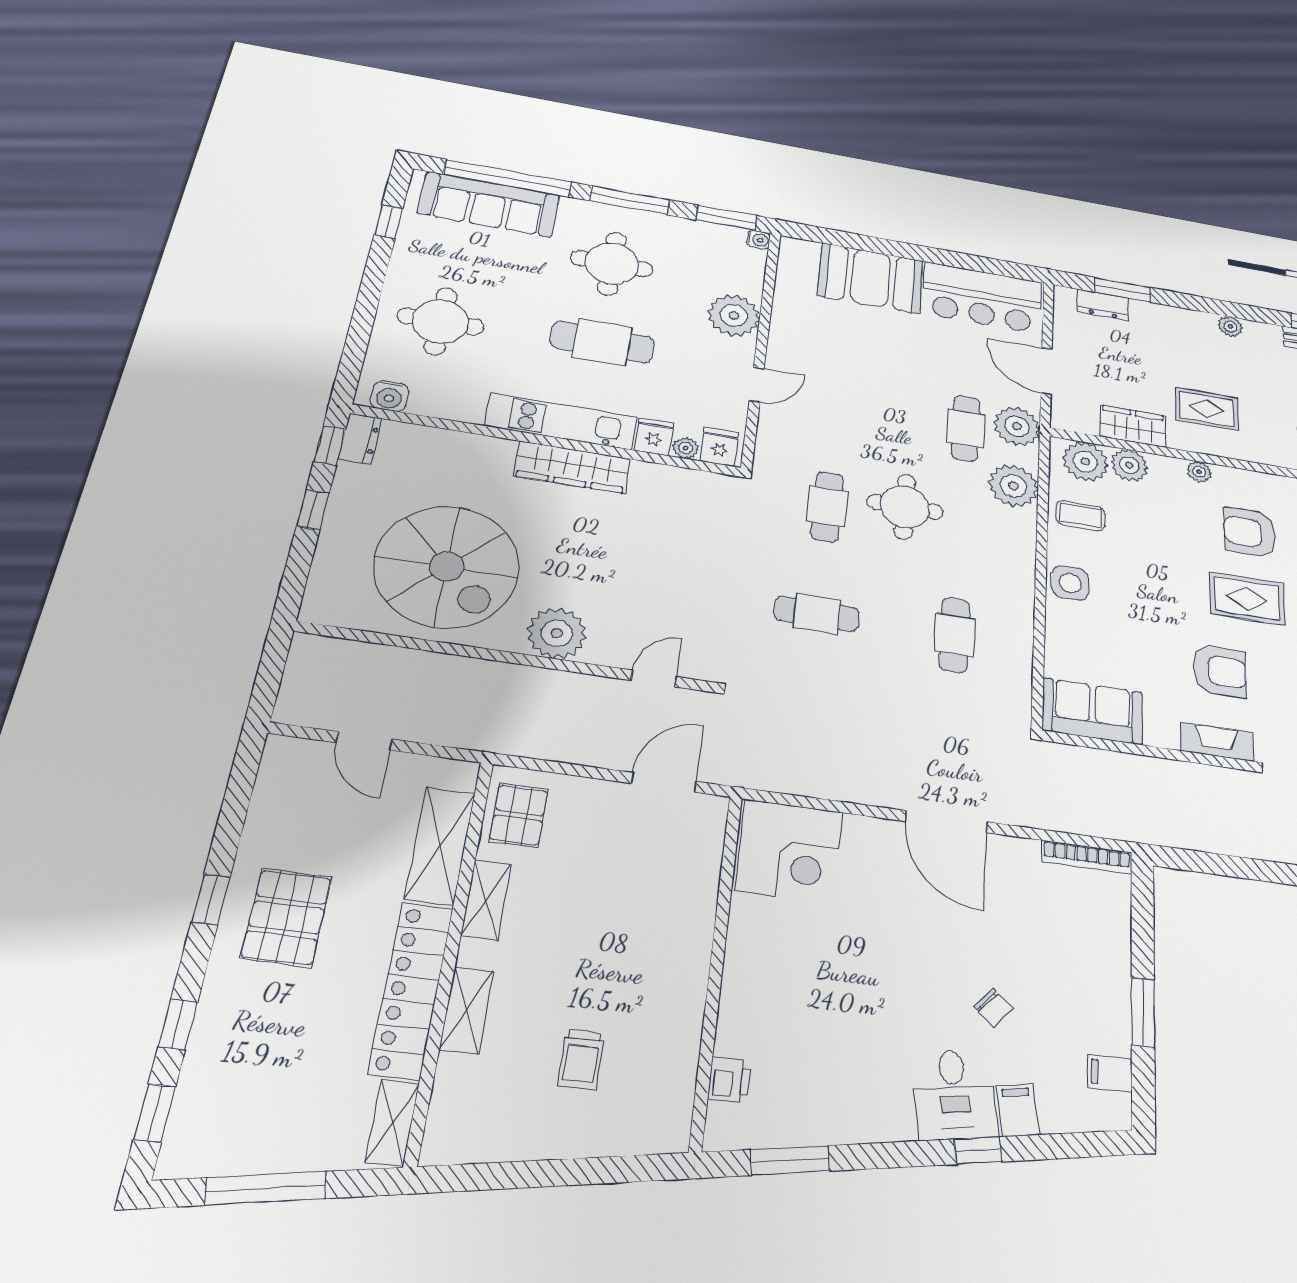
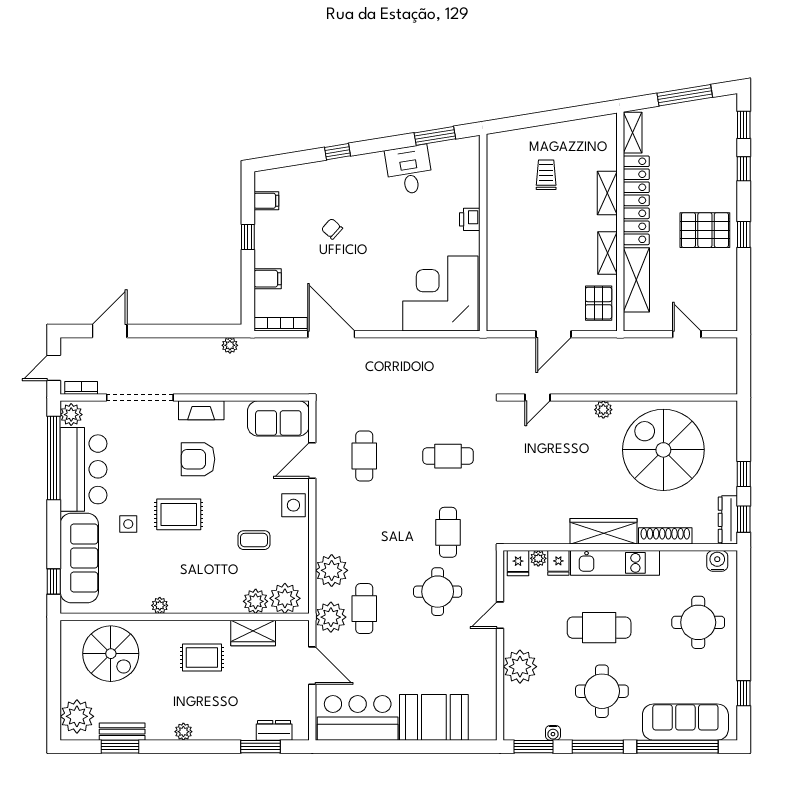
water cooler: (759, 240) -> (553, 733), moved, turned -90
dresser: (360, 439) -> (728, 520), width x1.44
shoe rack: (470, 444) -> (665, 536), added
plant: (1199, 472) -> (160, 605), moved
round table: (905, 507) -> (438, 592), moved
coffee table: (1081, 516) -> (254, 540), moved
armchair: (1250, 533) -> (175, 564), removed
plant: (557, 633) -> (603, 410), width x0.53, depth x0.53
door: (1039, 641) -> (312, 460), added
door: (664, 782) -> (553, 334), moved
door: (946, 822) -> (331, 334), moved
plant: (1172, 835) -> (230, 345), added
corner desk: (790, 851) -> (440, 293), width x1.36, depth x1.36
pallet: (287, 917) -> (705, 230), turned 90
window: (1143, 1012) -> (248, 237), width x0.67
printer: (730, 1080) -> (470, 219), moved
desk: (954, 1095) -> (409, 170), moved
filing cabinet: (1018, 1110) -> (268, 279), moved, turned -81

